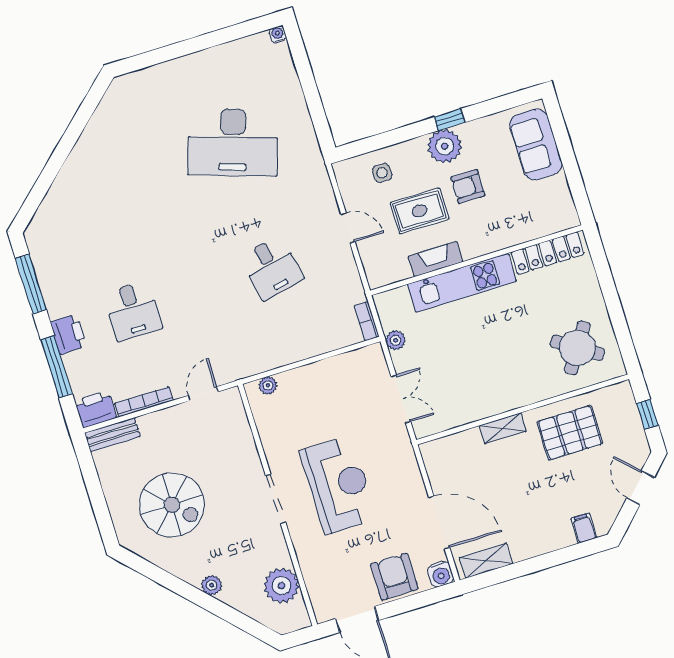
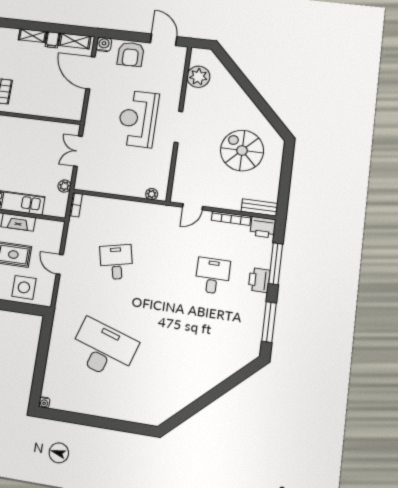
side table: (382, 173) -> (24, 287), width x1.87, depth x1.87
shelving: (503, 428) -> (32, 36), moved
filing cabinet: (584, 528) -> (52, 40), moved
plant: (212, 585) -> (240, 94), removed

